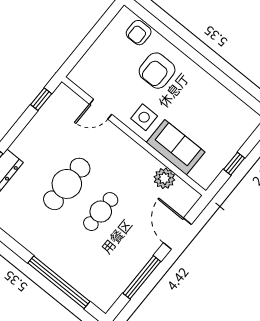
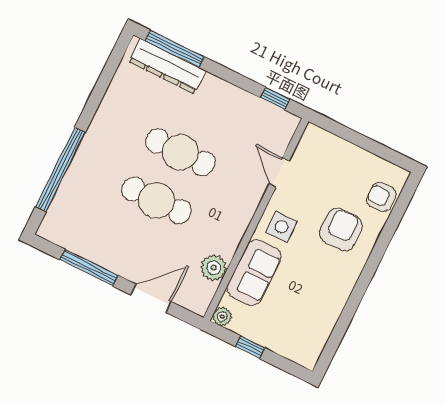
armchair: (157, 71) -> (341, 229), turned 90
plant: (205, 180) -> (222, 317), added
cafe table: (101, 212) -> (157, 200), width x1.37, depth x1.35

